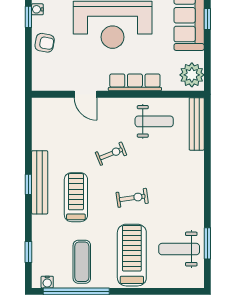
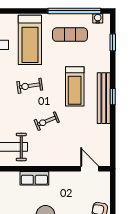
row of seats: (135, 82) -> (34, 178), width x0.68
door: (85, 94) -> (90, 169), moved
exercise mat: (82, 262) -> (70, 35), turned 90

